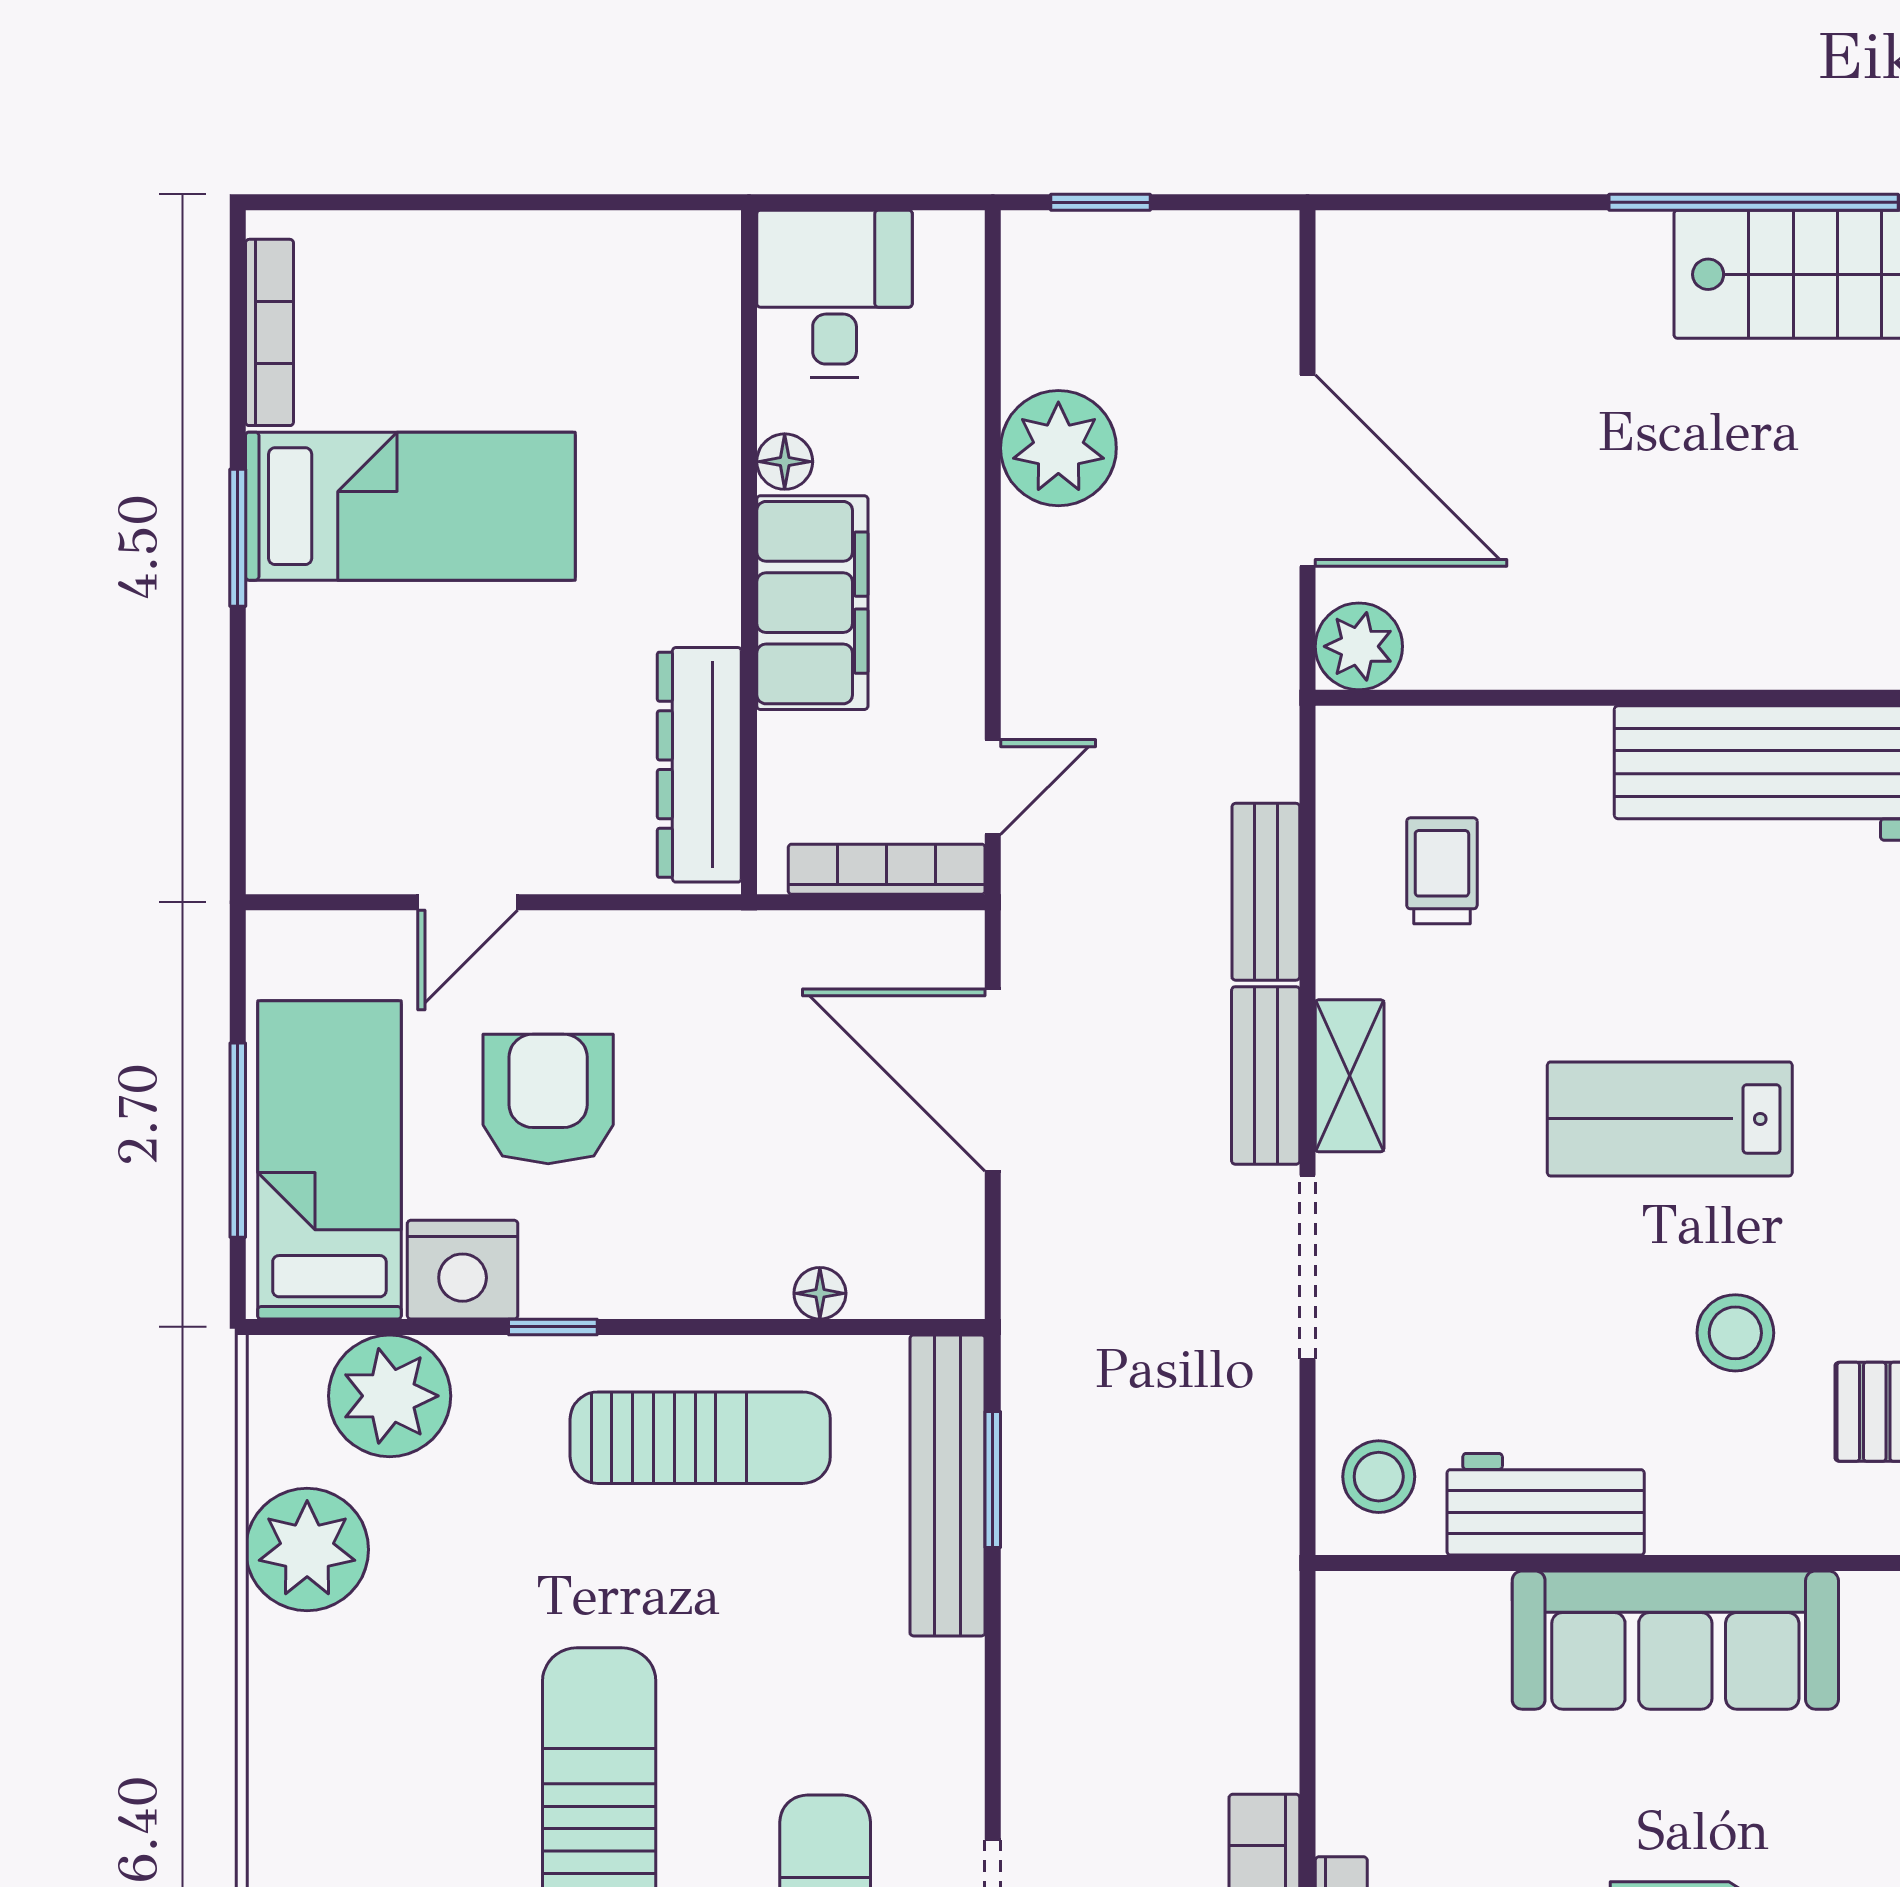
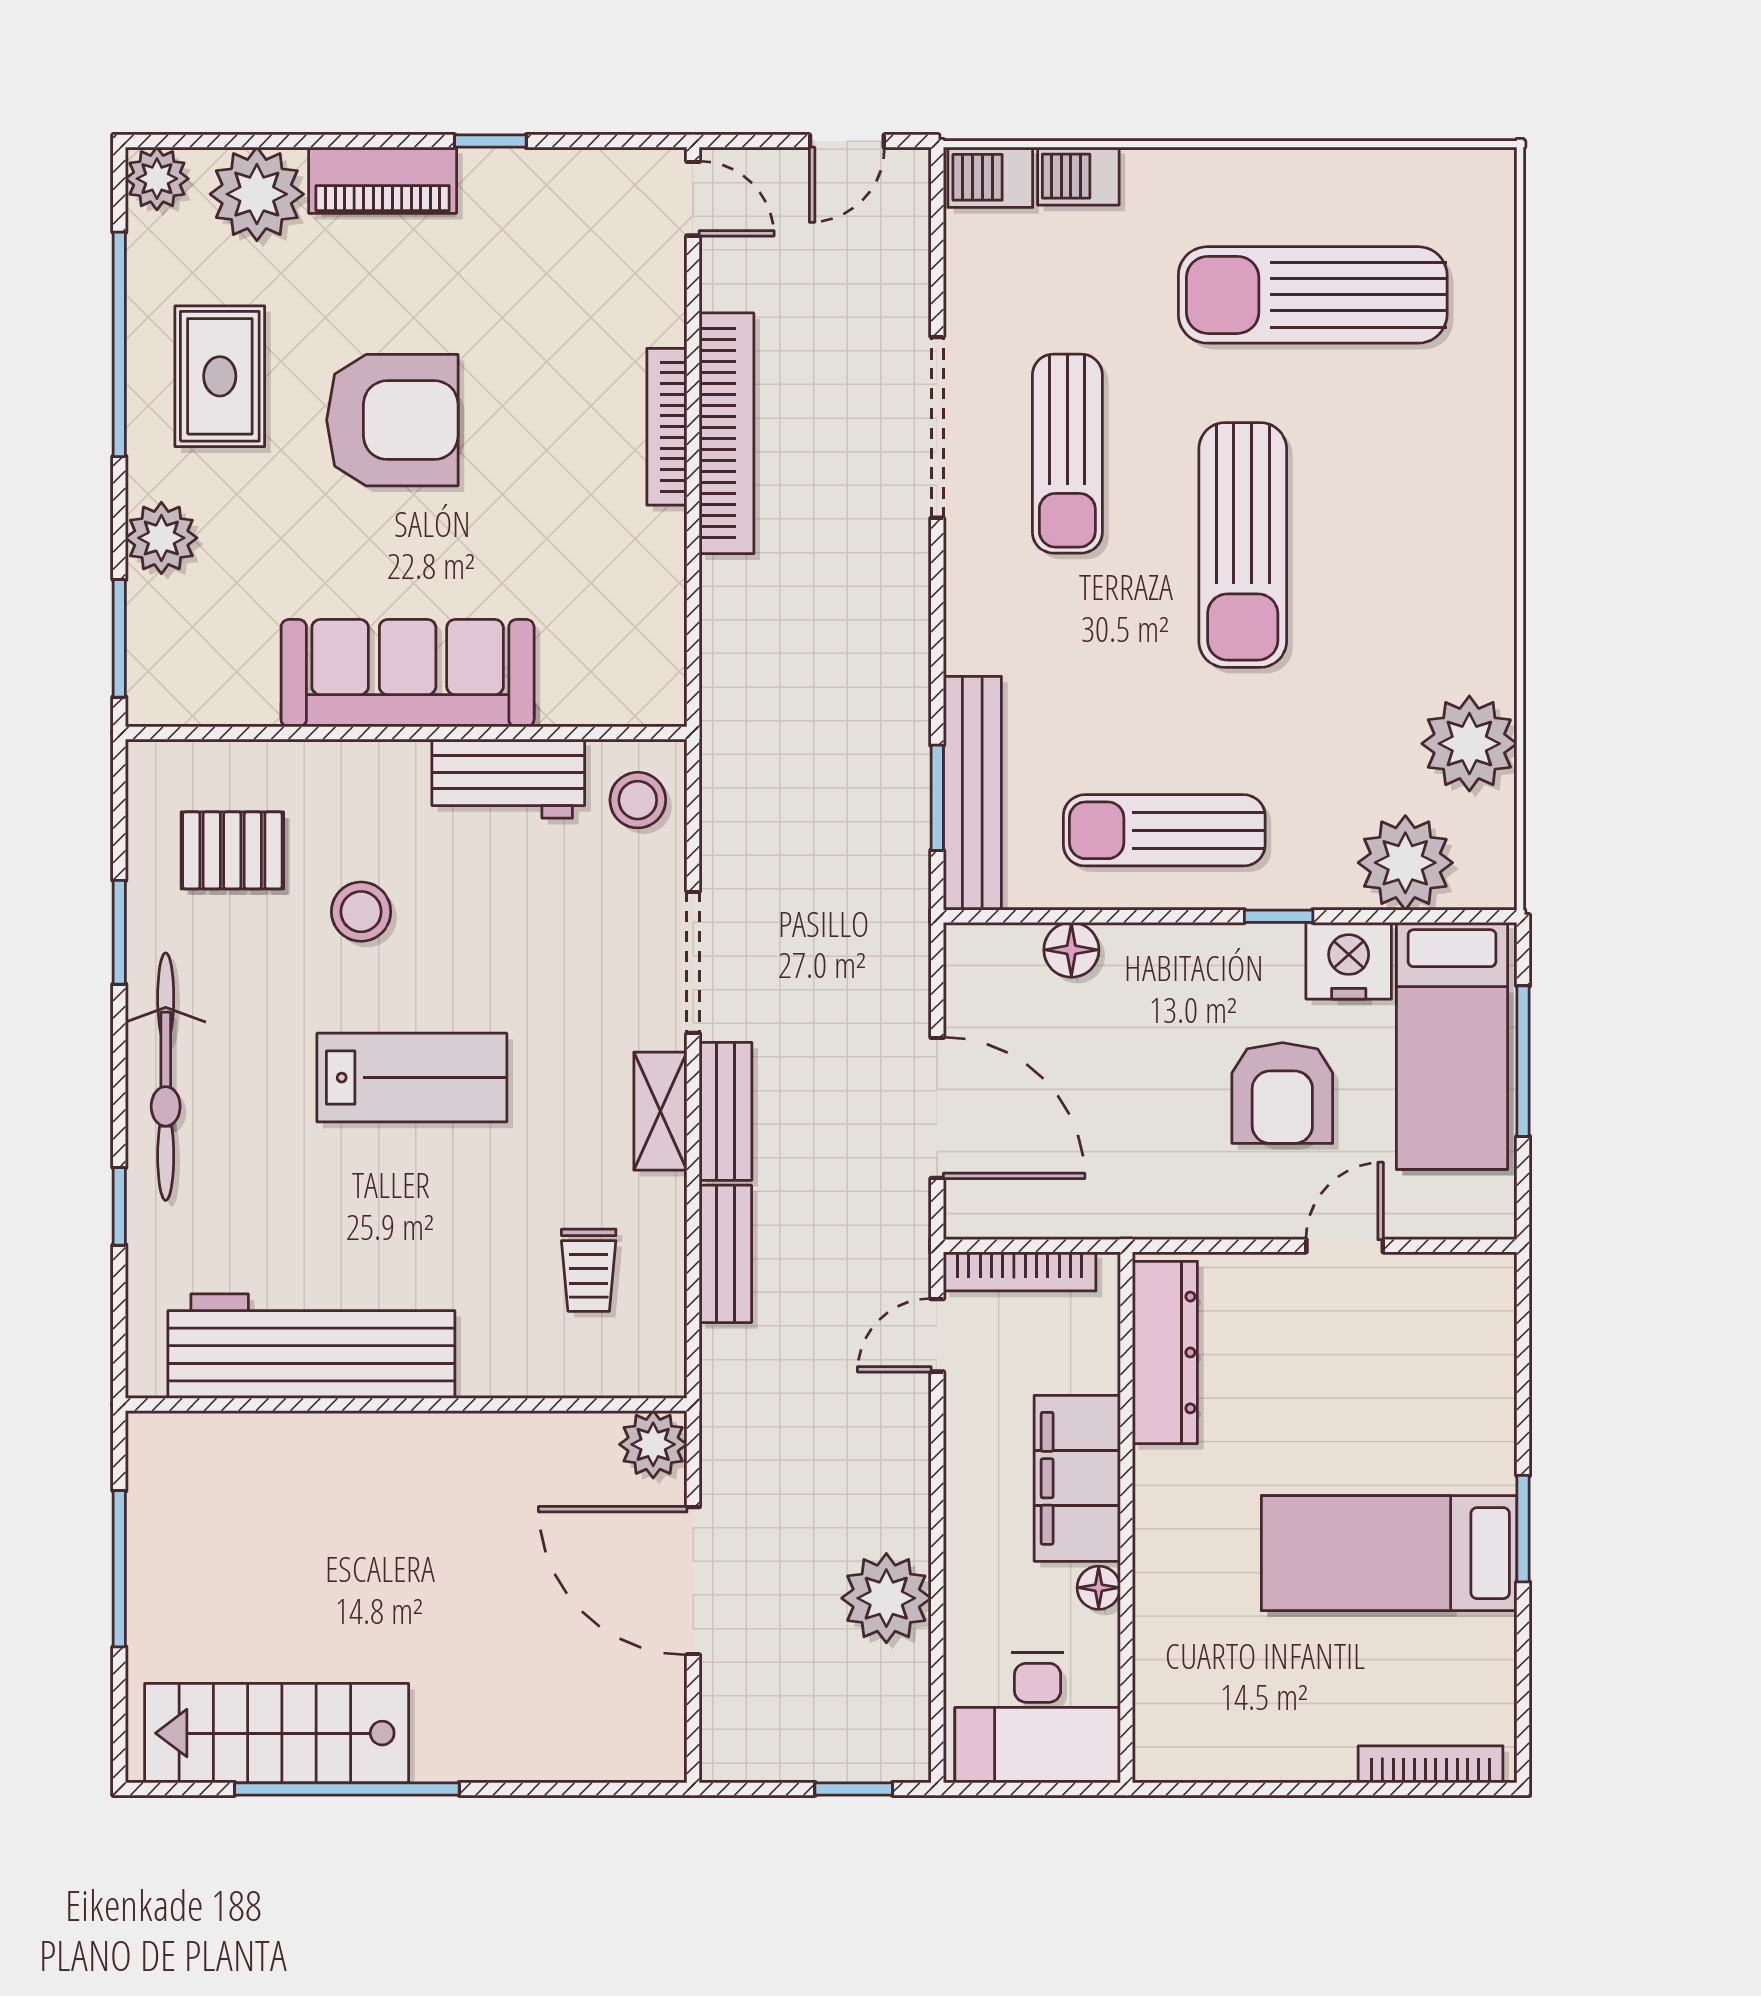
desk: (835, 294) -> (1038, 1718), width x1.37
bookcase: (270, 332) -> (1431, 1764), moved, turned 90
floor lamp: (820, 1293) -> (1071, 950), width x1.37, depth x1.37

